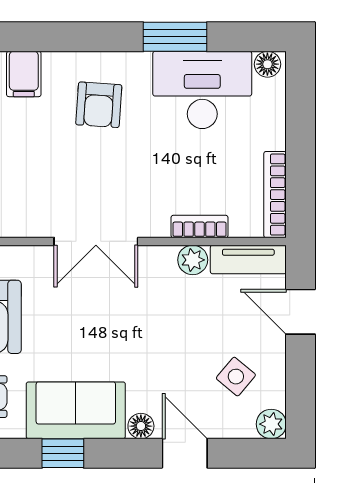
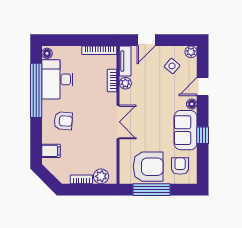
window: (175, 37) -> (36, 90), width x2.11

